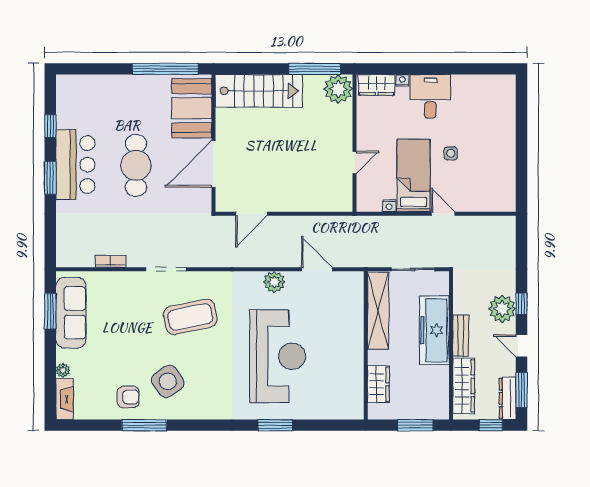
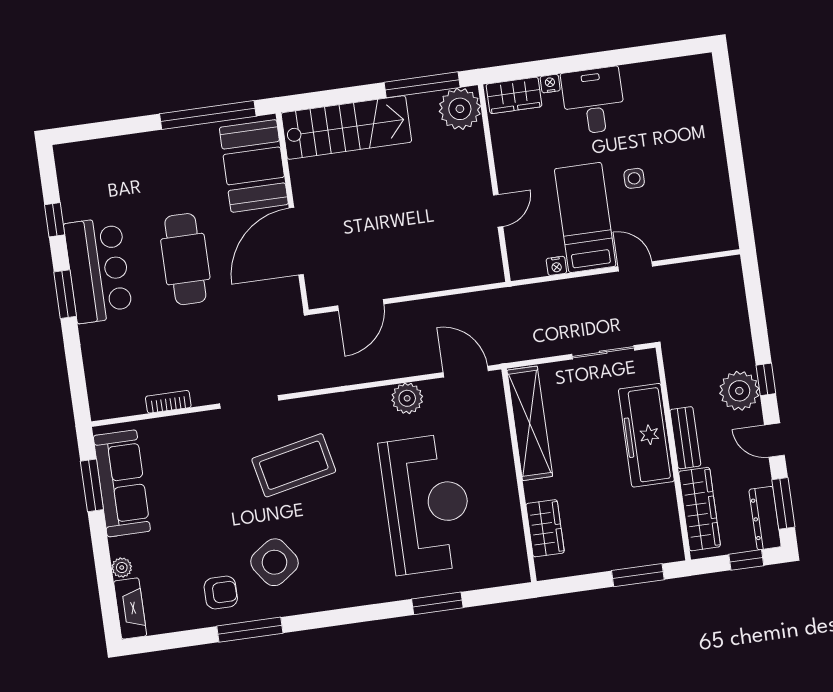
shelving: (378, 311) -> (530, 423), moved
wall: (366, 345) -> (519, 475), moved
wardrobe: (378, 384) -> (545, 528), moved

